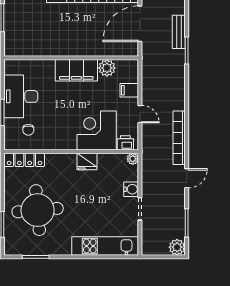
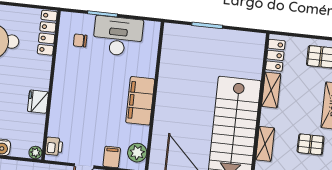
plant: (107, 68) -> (137, 153), moved
corner desk: (97, 131) -> (71, 116), removed

